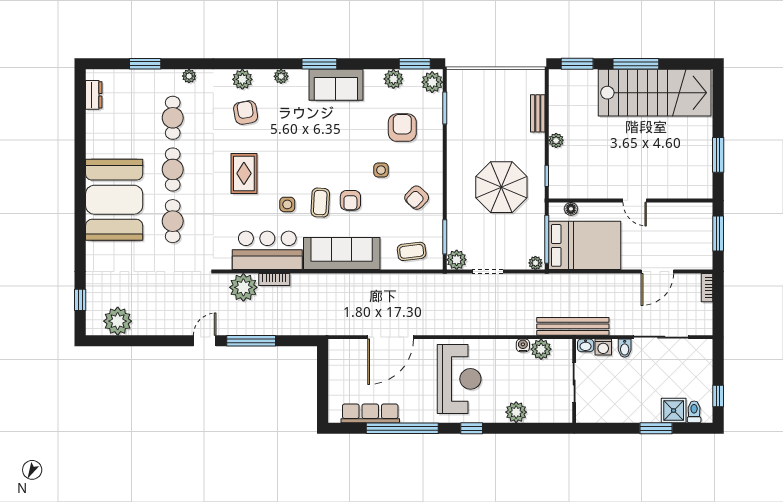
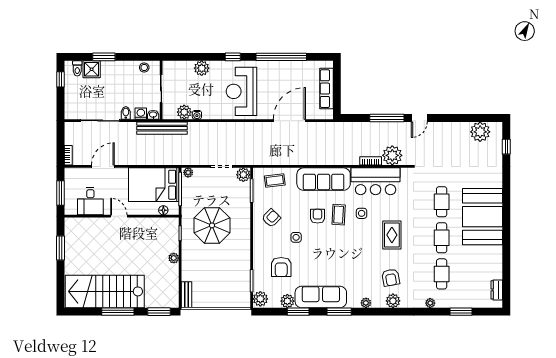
window: (415, 64) -> (298, 312), moved
sofa: (336, 85) -> (321, 297), width x1.36
bench: (538, 113) -> (186, 295), moved
desk: (675, 222) -> (90, 201), added
row of seats: (370, 413) -> (326, 89), moved, turned 90
stool: (598, 413) -> (144, 67), added

